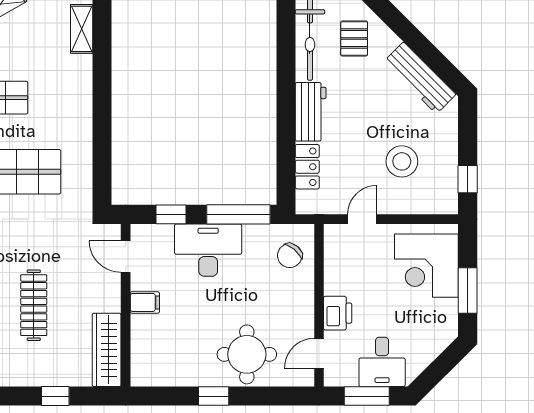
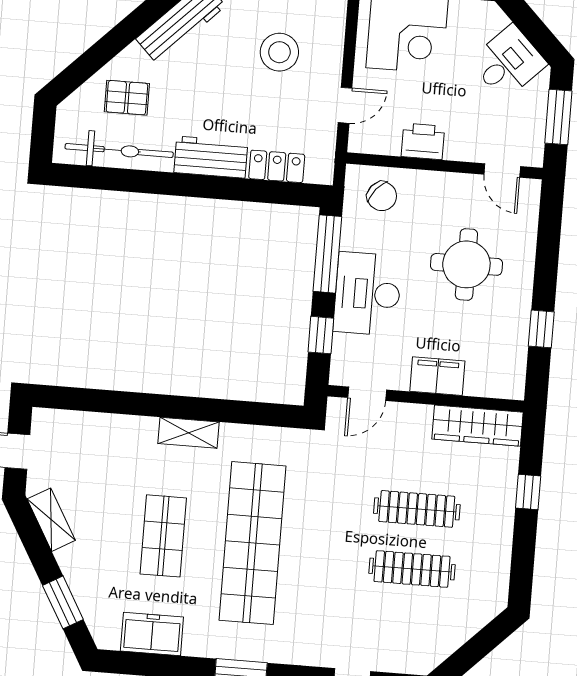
shelving: (82, 29) -> (188, 433), moved
door: (362, 219) -> (345, 105), swing flipped
filing cabinet: (145, 302) -> (437, 376), width x2.00
printer: (338, 313) -> (423, 141), moved
round table: (247, 354) -> (466, 264), moved
desk: (382, 362) -> (508, 62), moved, turned -45
window: (214, 396) -> (541, 329), moved

